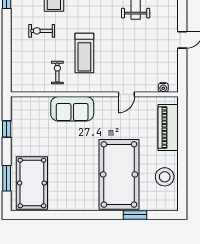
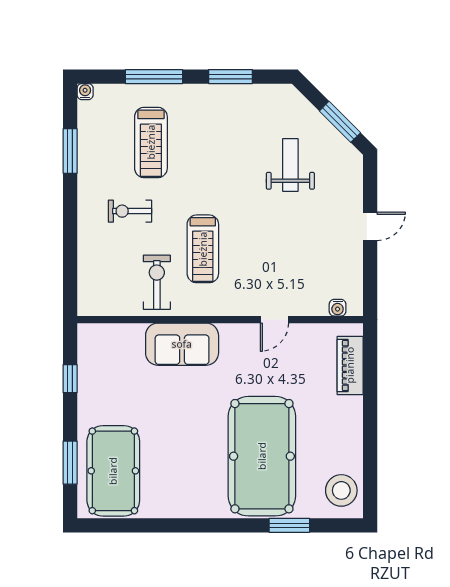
exercise bike: (57, 73) -> (157, 282), width x1.38, depth x1.39
piano: (168, 128) -> (350, 365), width x0.73, depth x0.75
stool: (165, 177) -> (341, 490), moved

